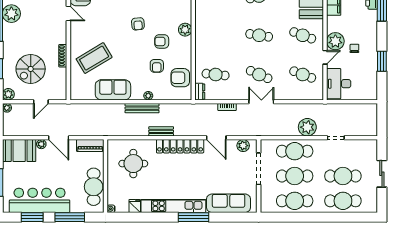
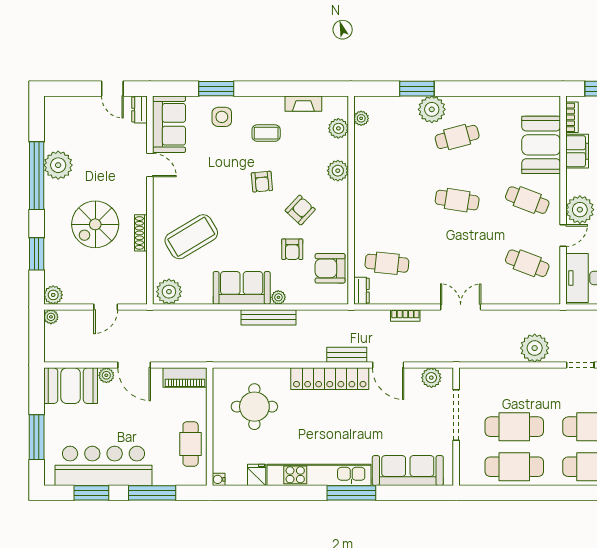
plant: (185, 30) -> (338, 171), moved
armchair: (162, 41) -> (300, 210), turned 133
spiral stairs: (31, 69) -> (95, 224), moved
cafe table: (259, 75) -> (457, 263), removed
sofa: (113, 90) -> (242, 288), moved
plant: (80, 92) -> (169, 292), added
bench: (161, 131) -> (347, 355), moved
cafe table: (295, 151) -> (514, 387), removed
cafe table: (94, 187) -> (191, 444), width x0.73, depth x0.74

